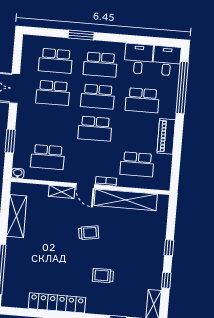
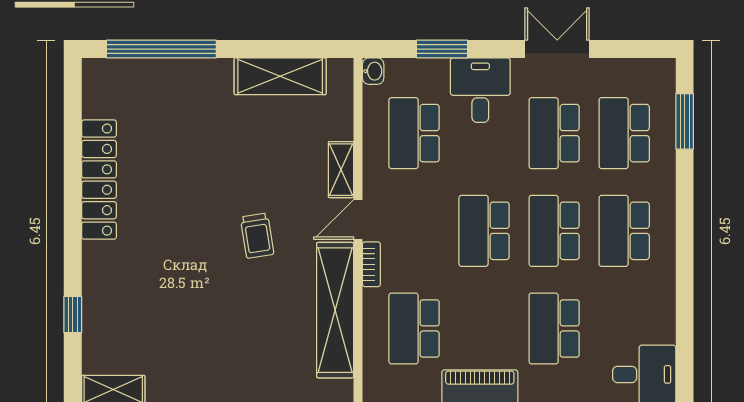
window: (81, 35) -> (685, 121), moved
desk: (139, 59) -> (480, 90), moved, turned -90
trolley: (103, 276) -> (167, 274), removed

